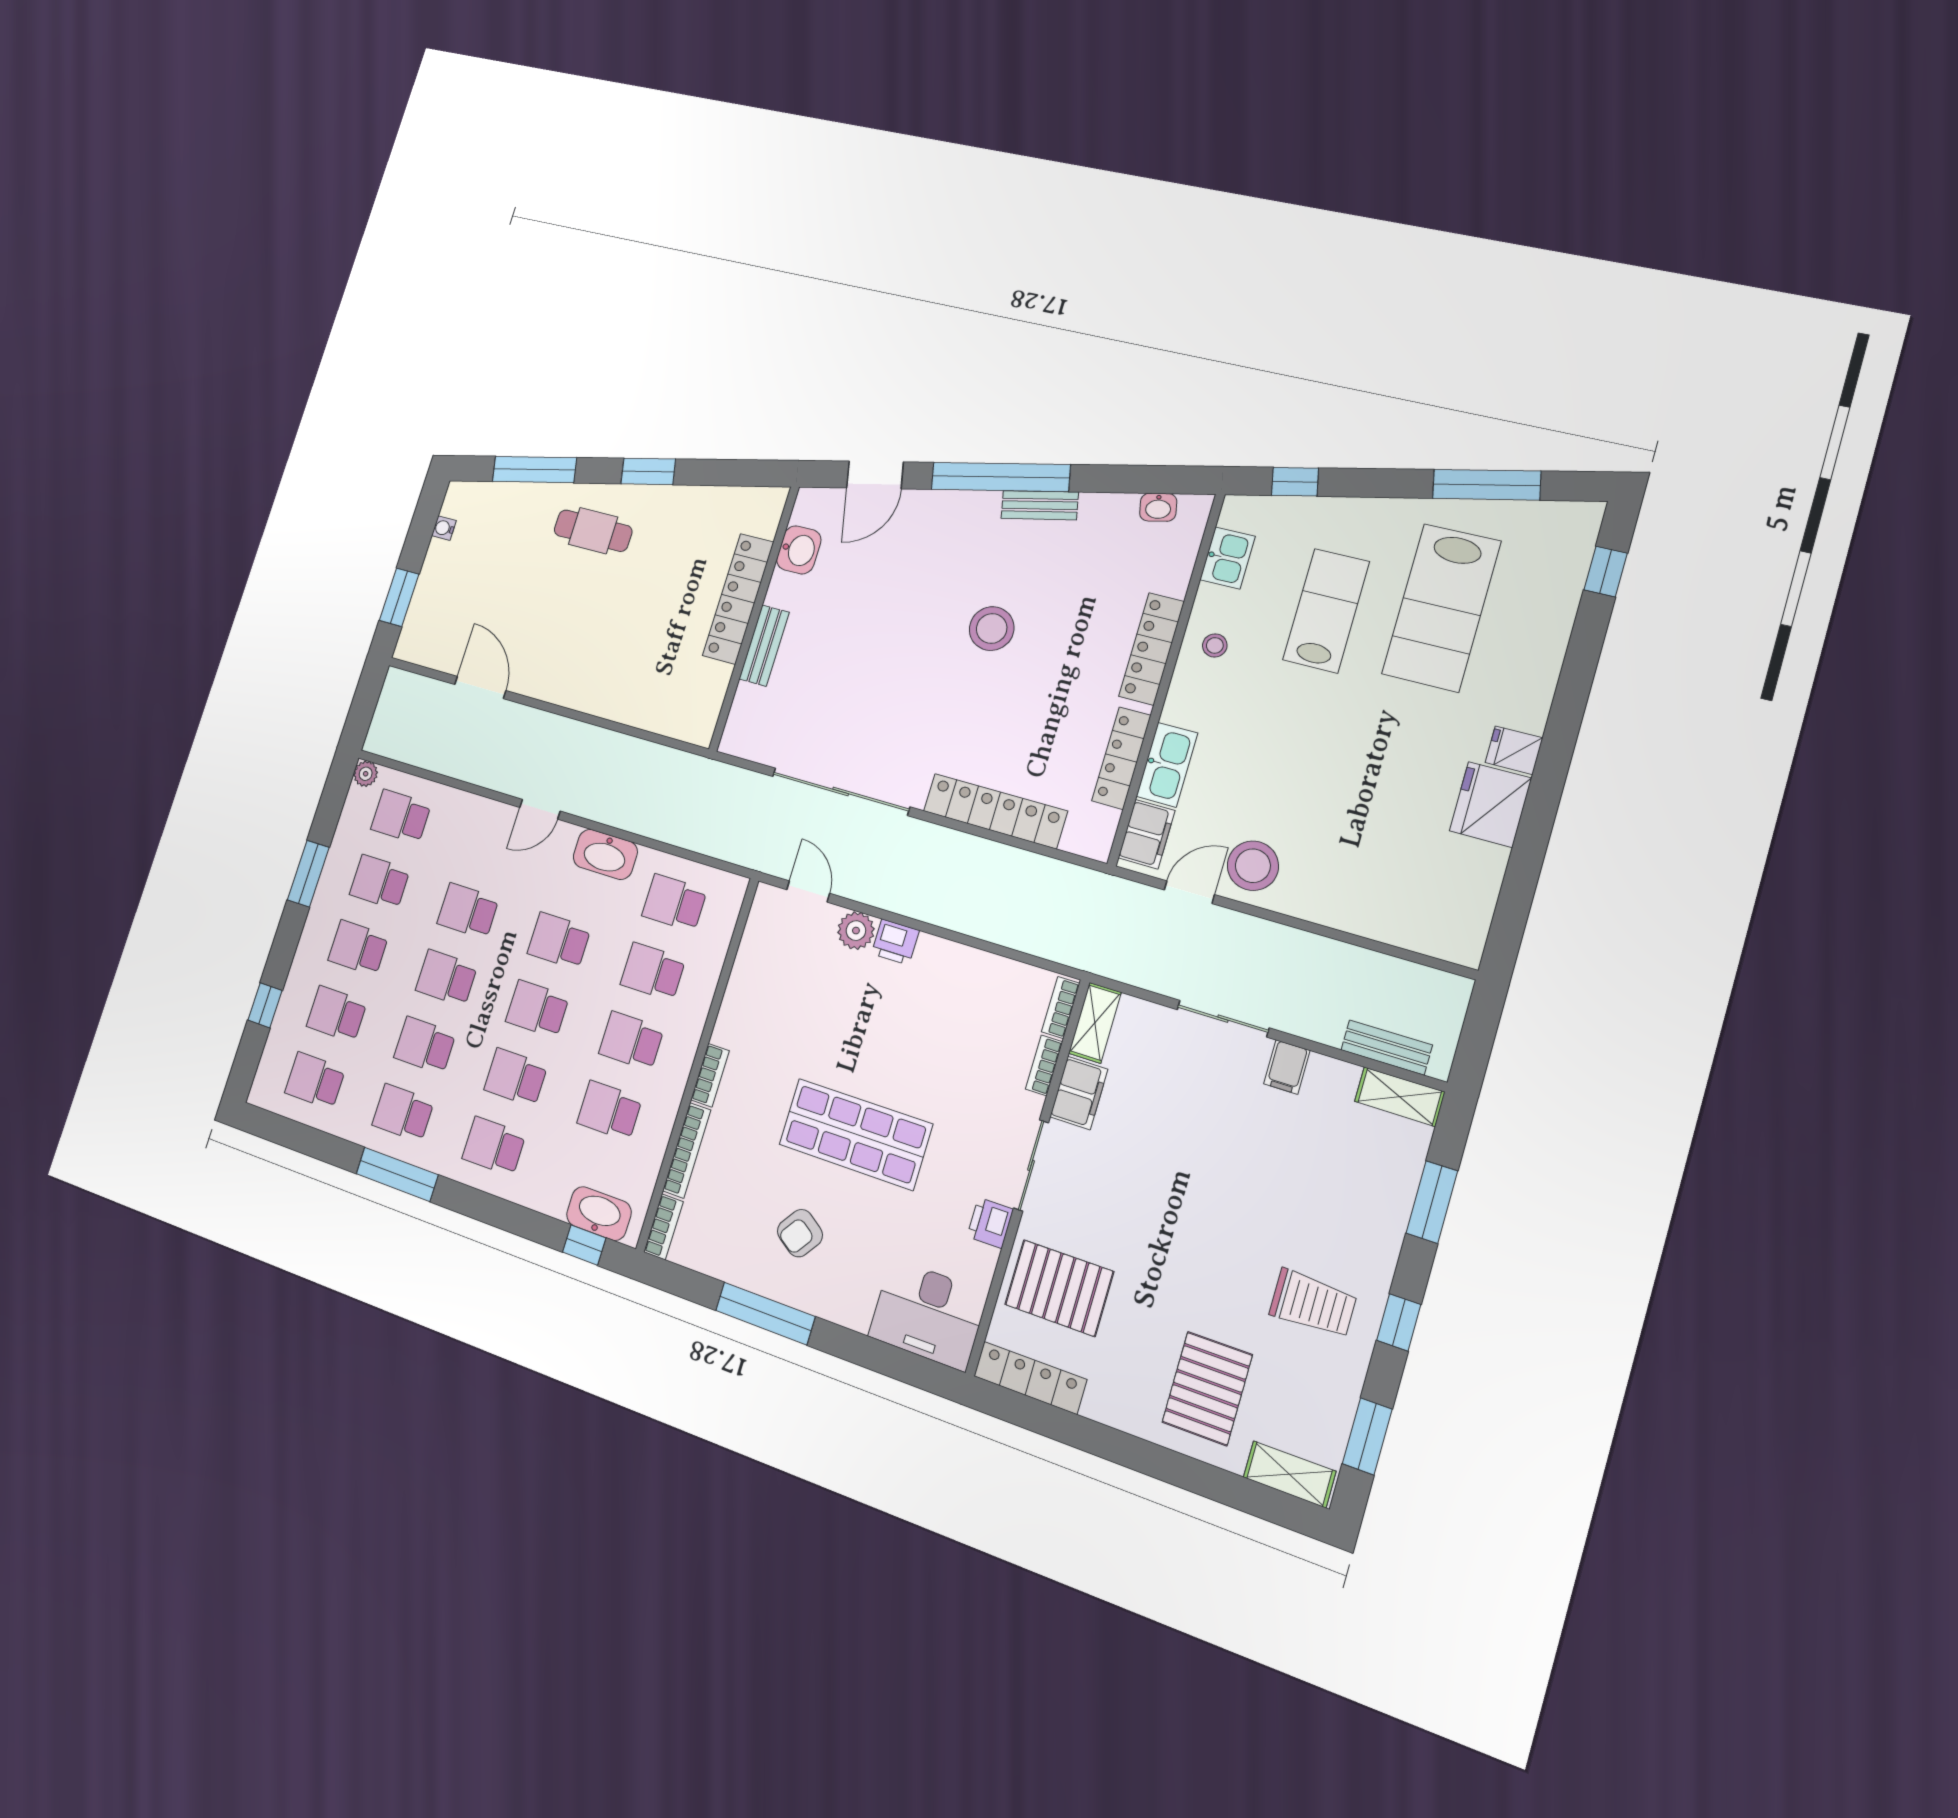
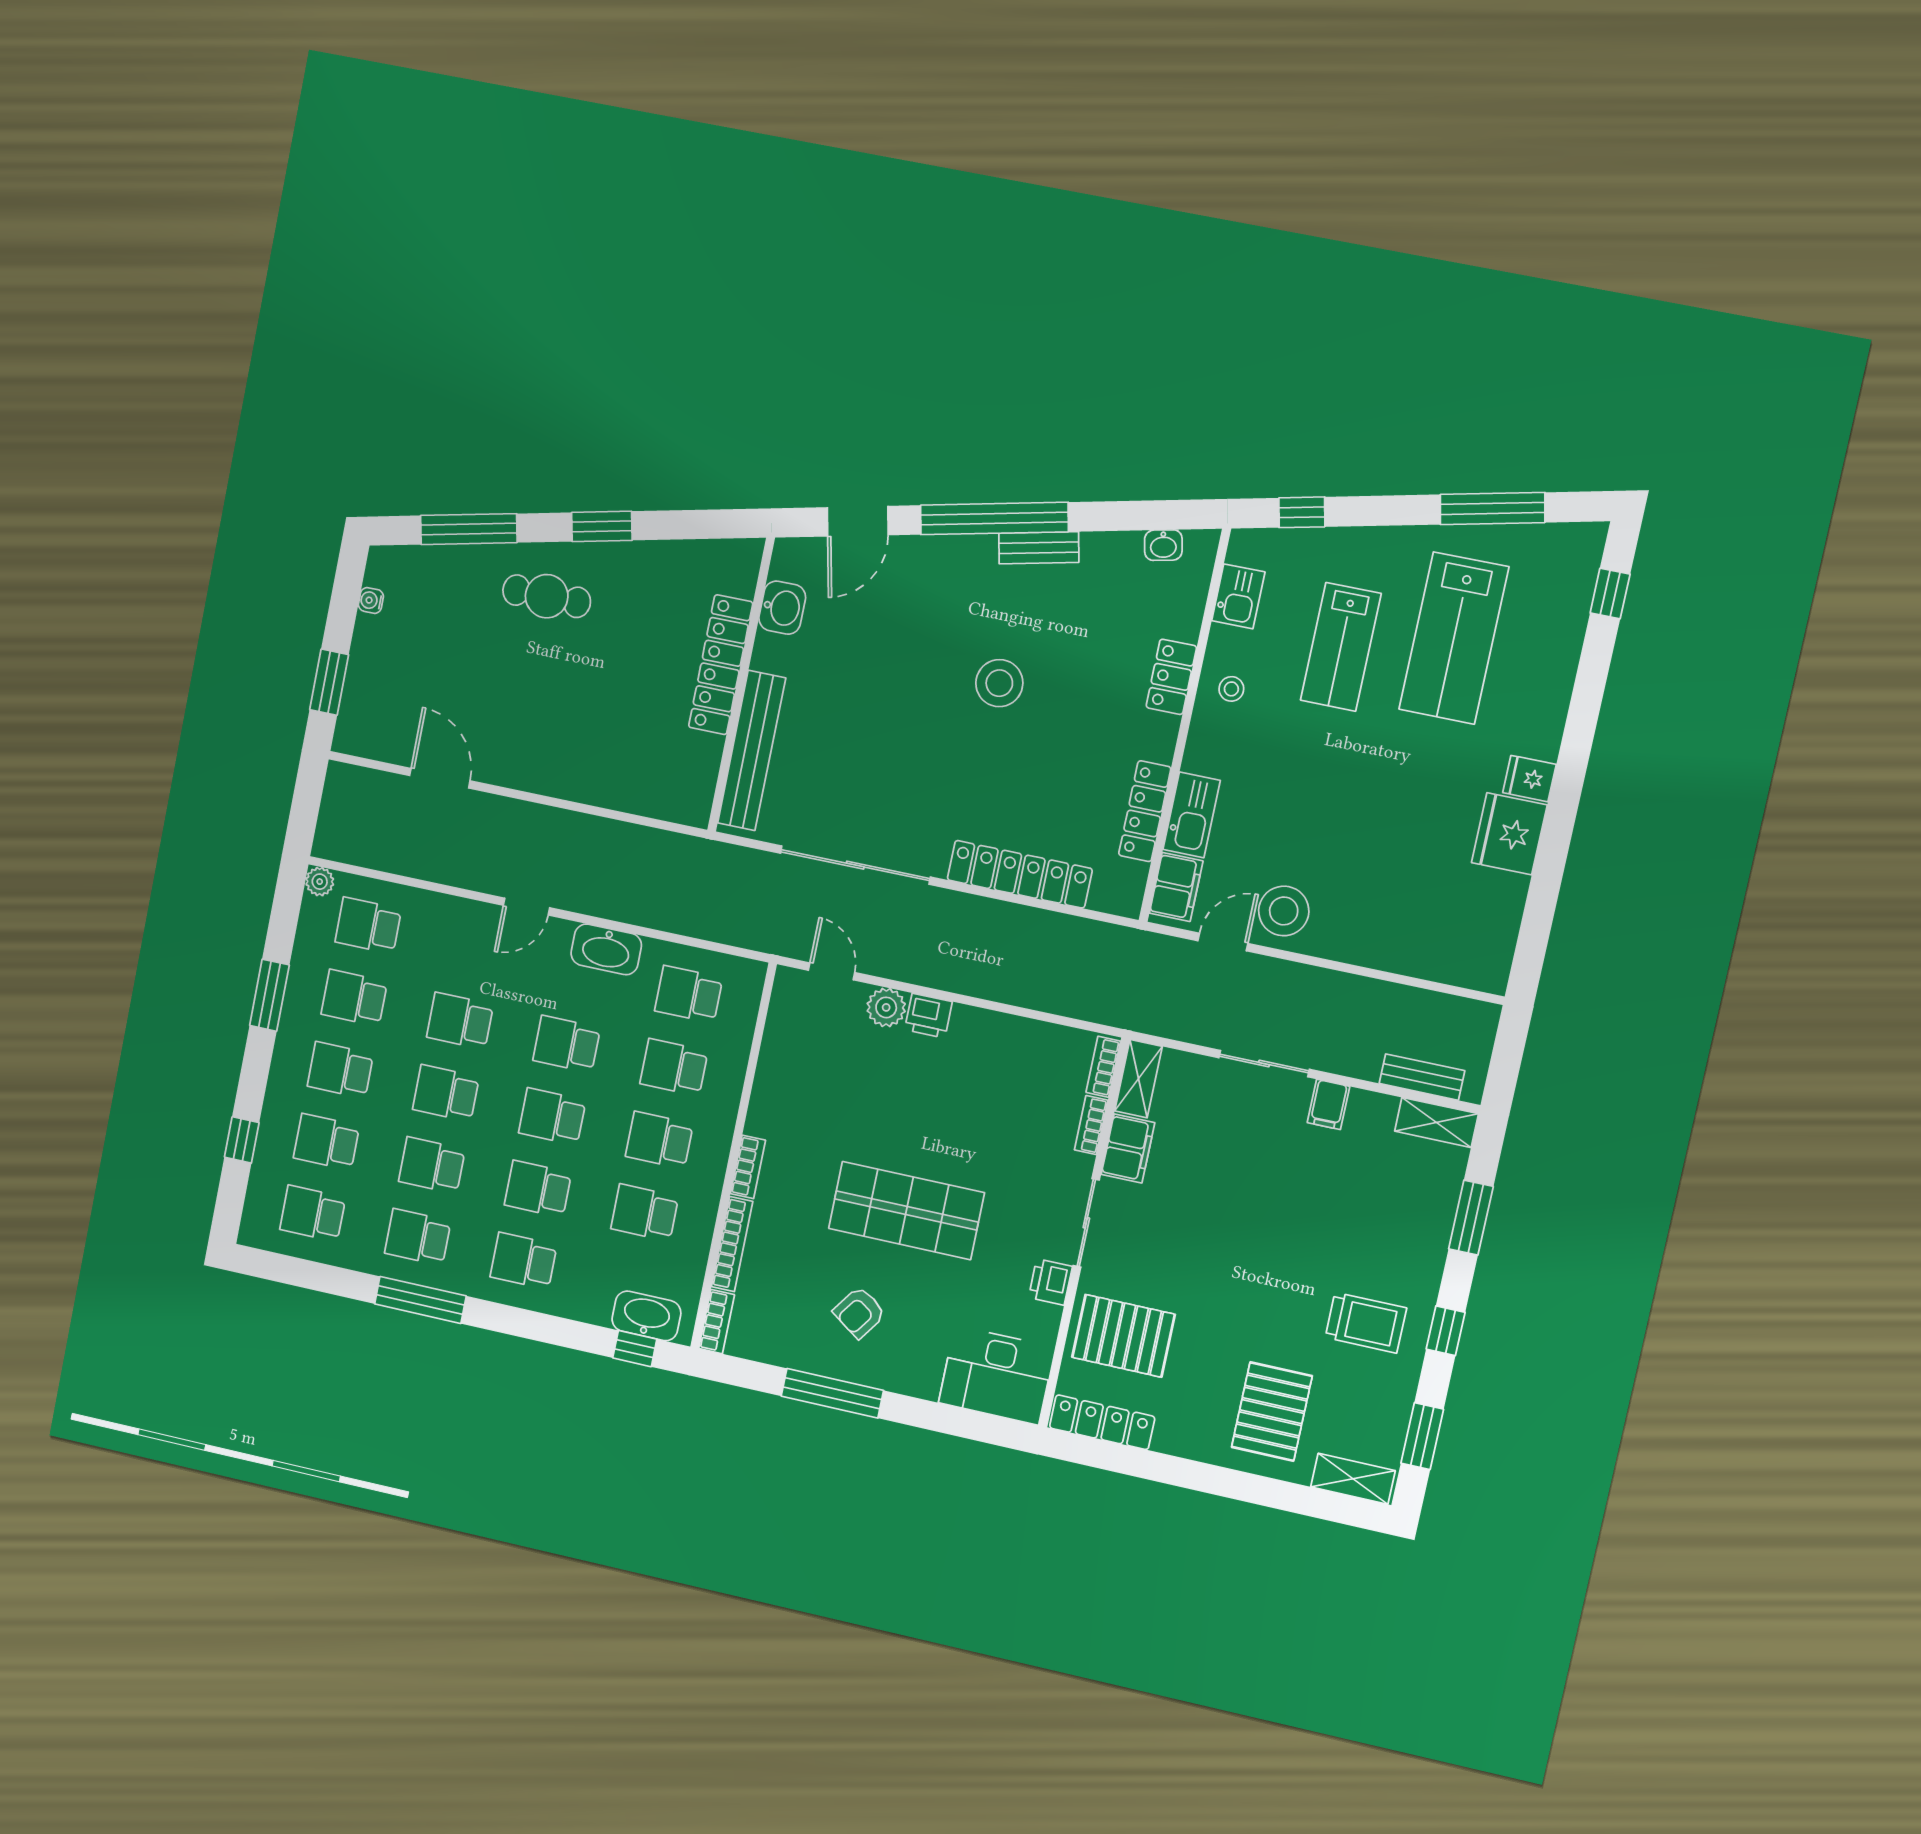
lab bench: (1326, 611) -> (1341, 647), turned 180
bench: (764, 646) -> (752, 751), width x1.86, depth x1.21
locker: (1151, 649) -> (1171, 677), width x0.66

